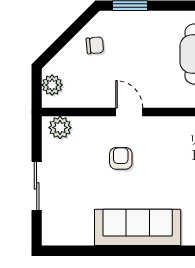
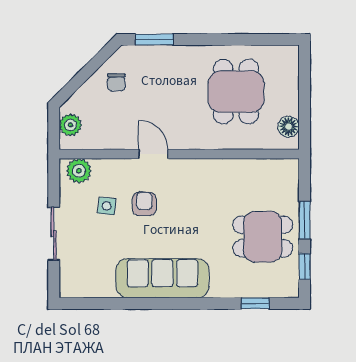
chair: (95, 45) -> (116, 82), turned 95
side table: (86, 160) -> (107, 206), added

